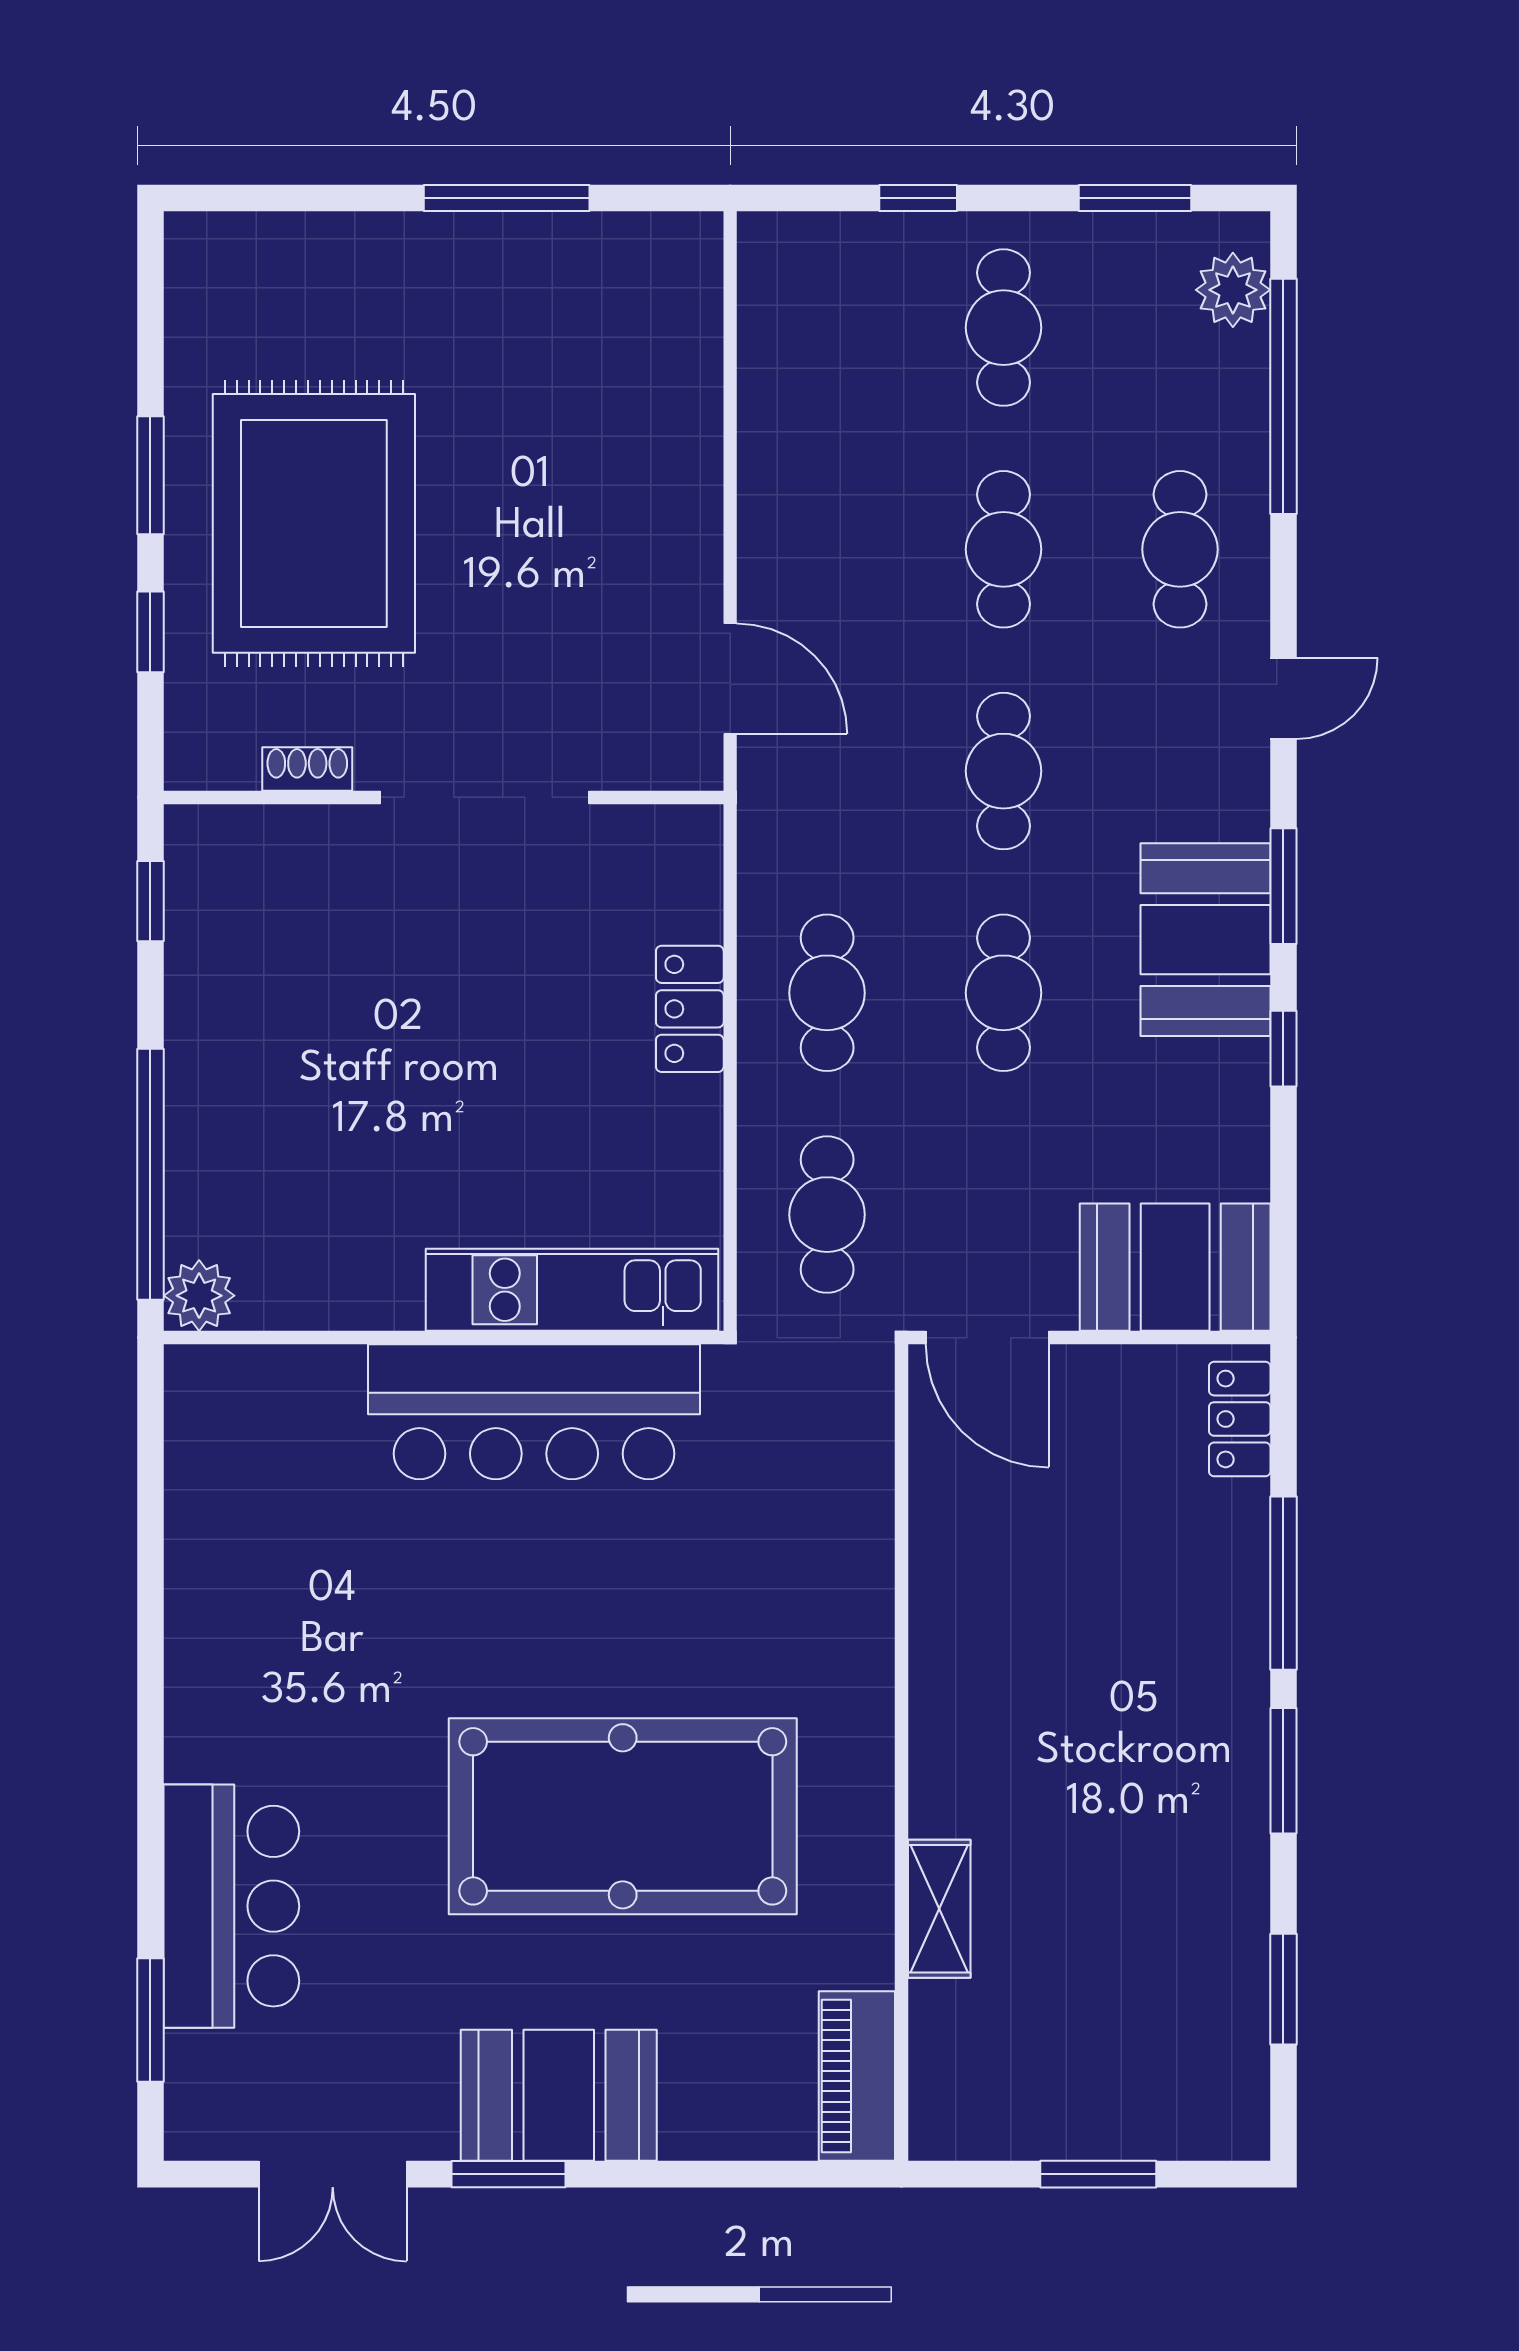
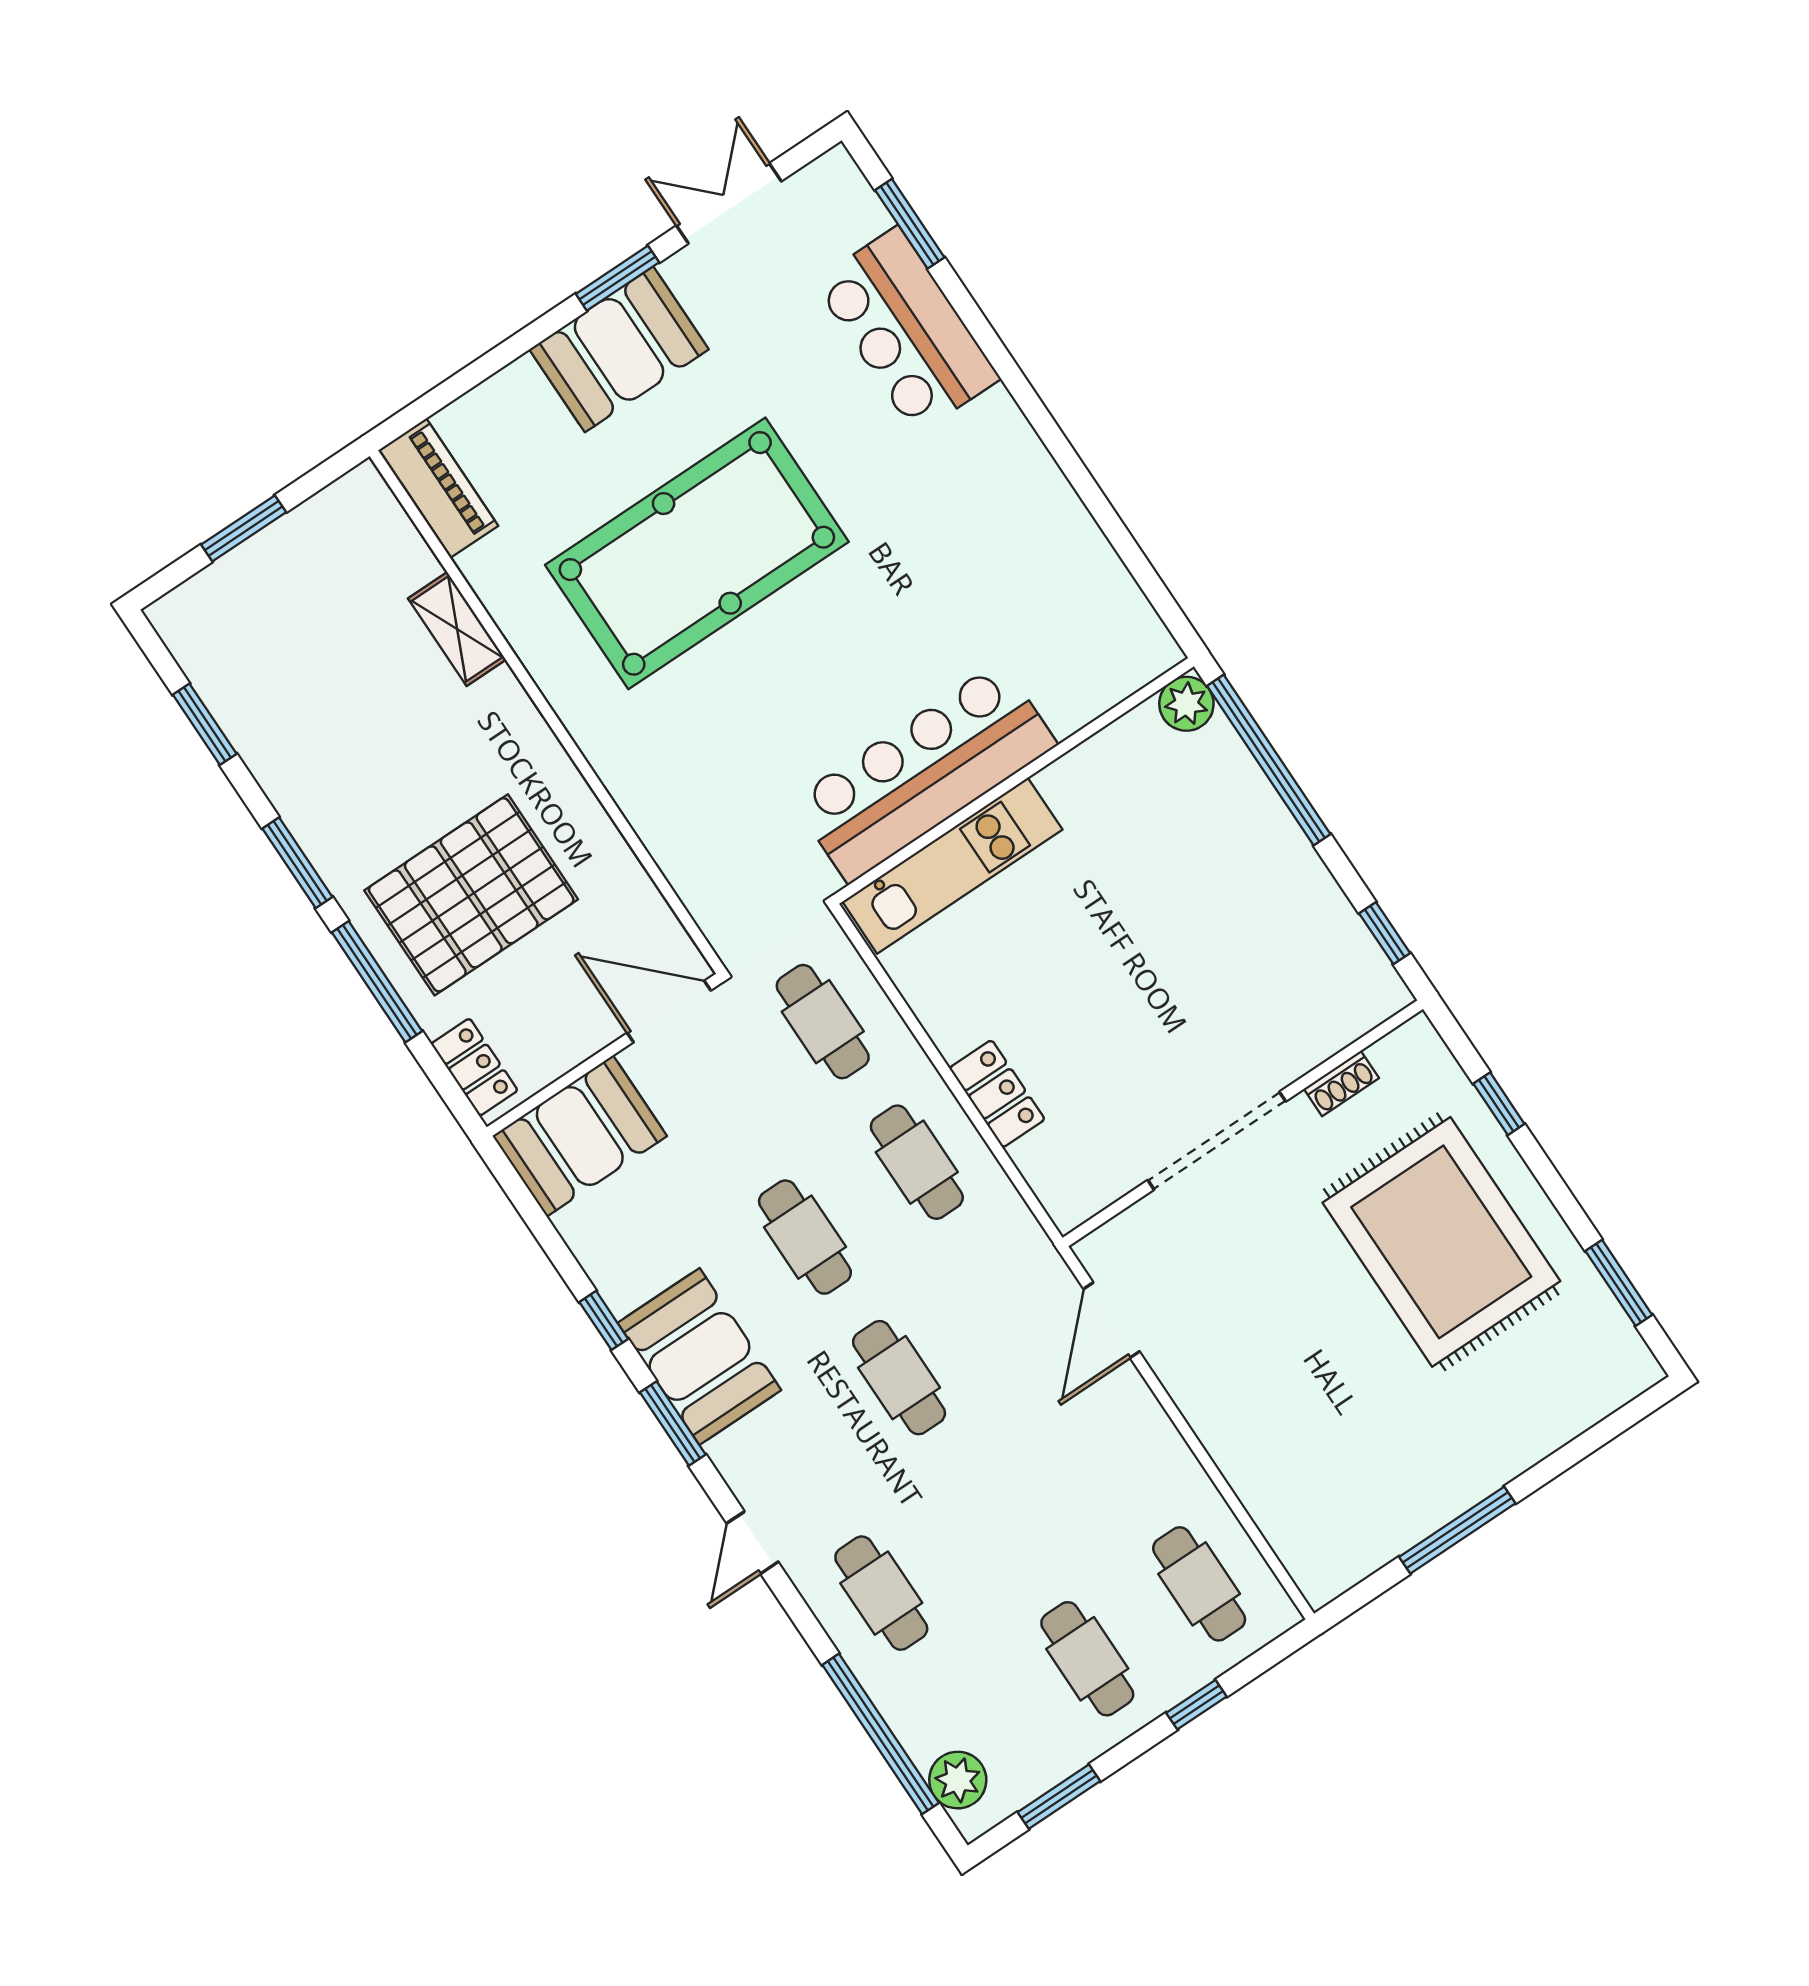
window: (150, 475) -> (1619, 1283), moved
cafe table: (1004, 549) -> (1199, 1584), moved
door: (730, 679) -> (1112, 1320), hinge flipped
pallet: (1118, 1609) -> (471, 895), added

